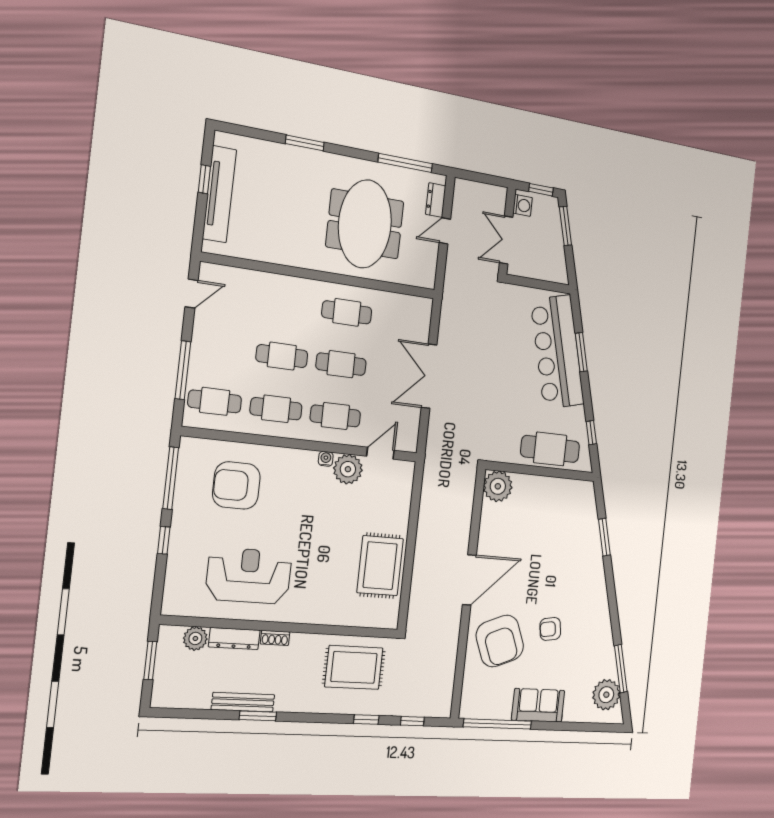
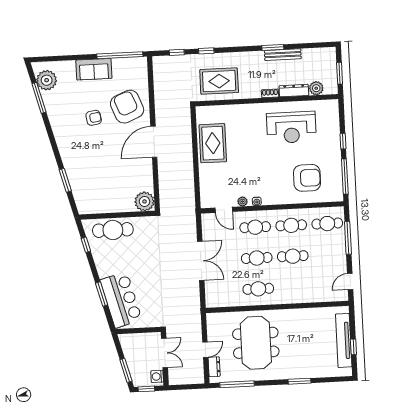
bar counter: (557, 352) -> (121, 300), width x0.73
door: (380, 453) -> (224, 210), hinge flipped
plant: (348, 469) -> (242, 201), width x0.53, depth x0.53

